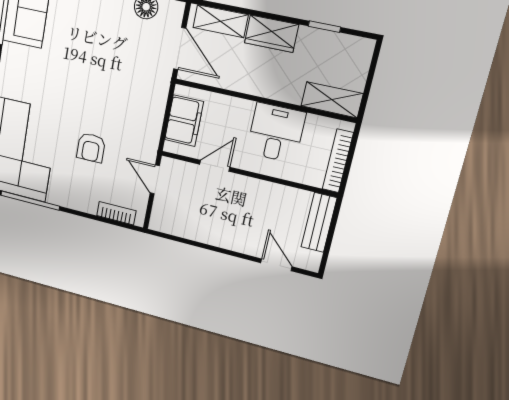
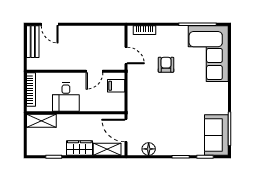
filing cabinet: (184, 121) -> (116, 86), width x0.50
bench: (319, 222) -> (33, 42), moved

